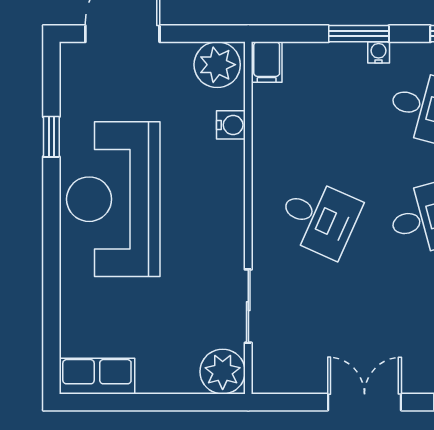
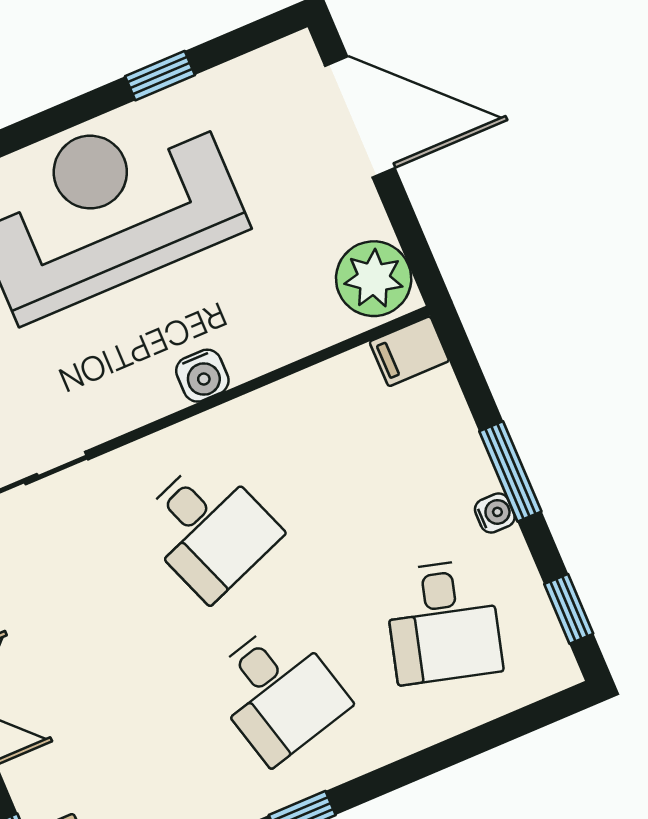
water cooler: (231, 125) -> (202, 376), moved
desk: (319, 218) -> (209, 529), turned -45

